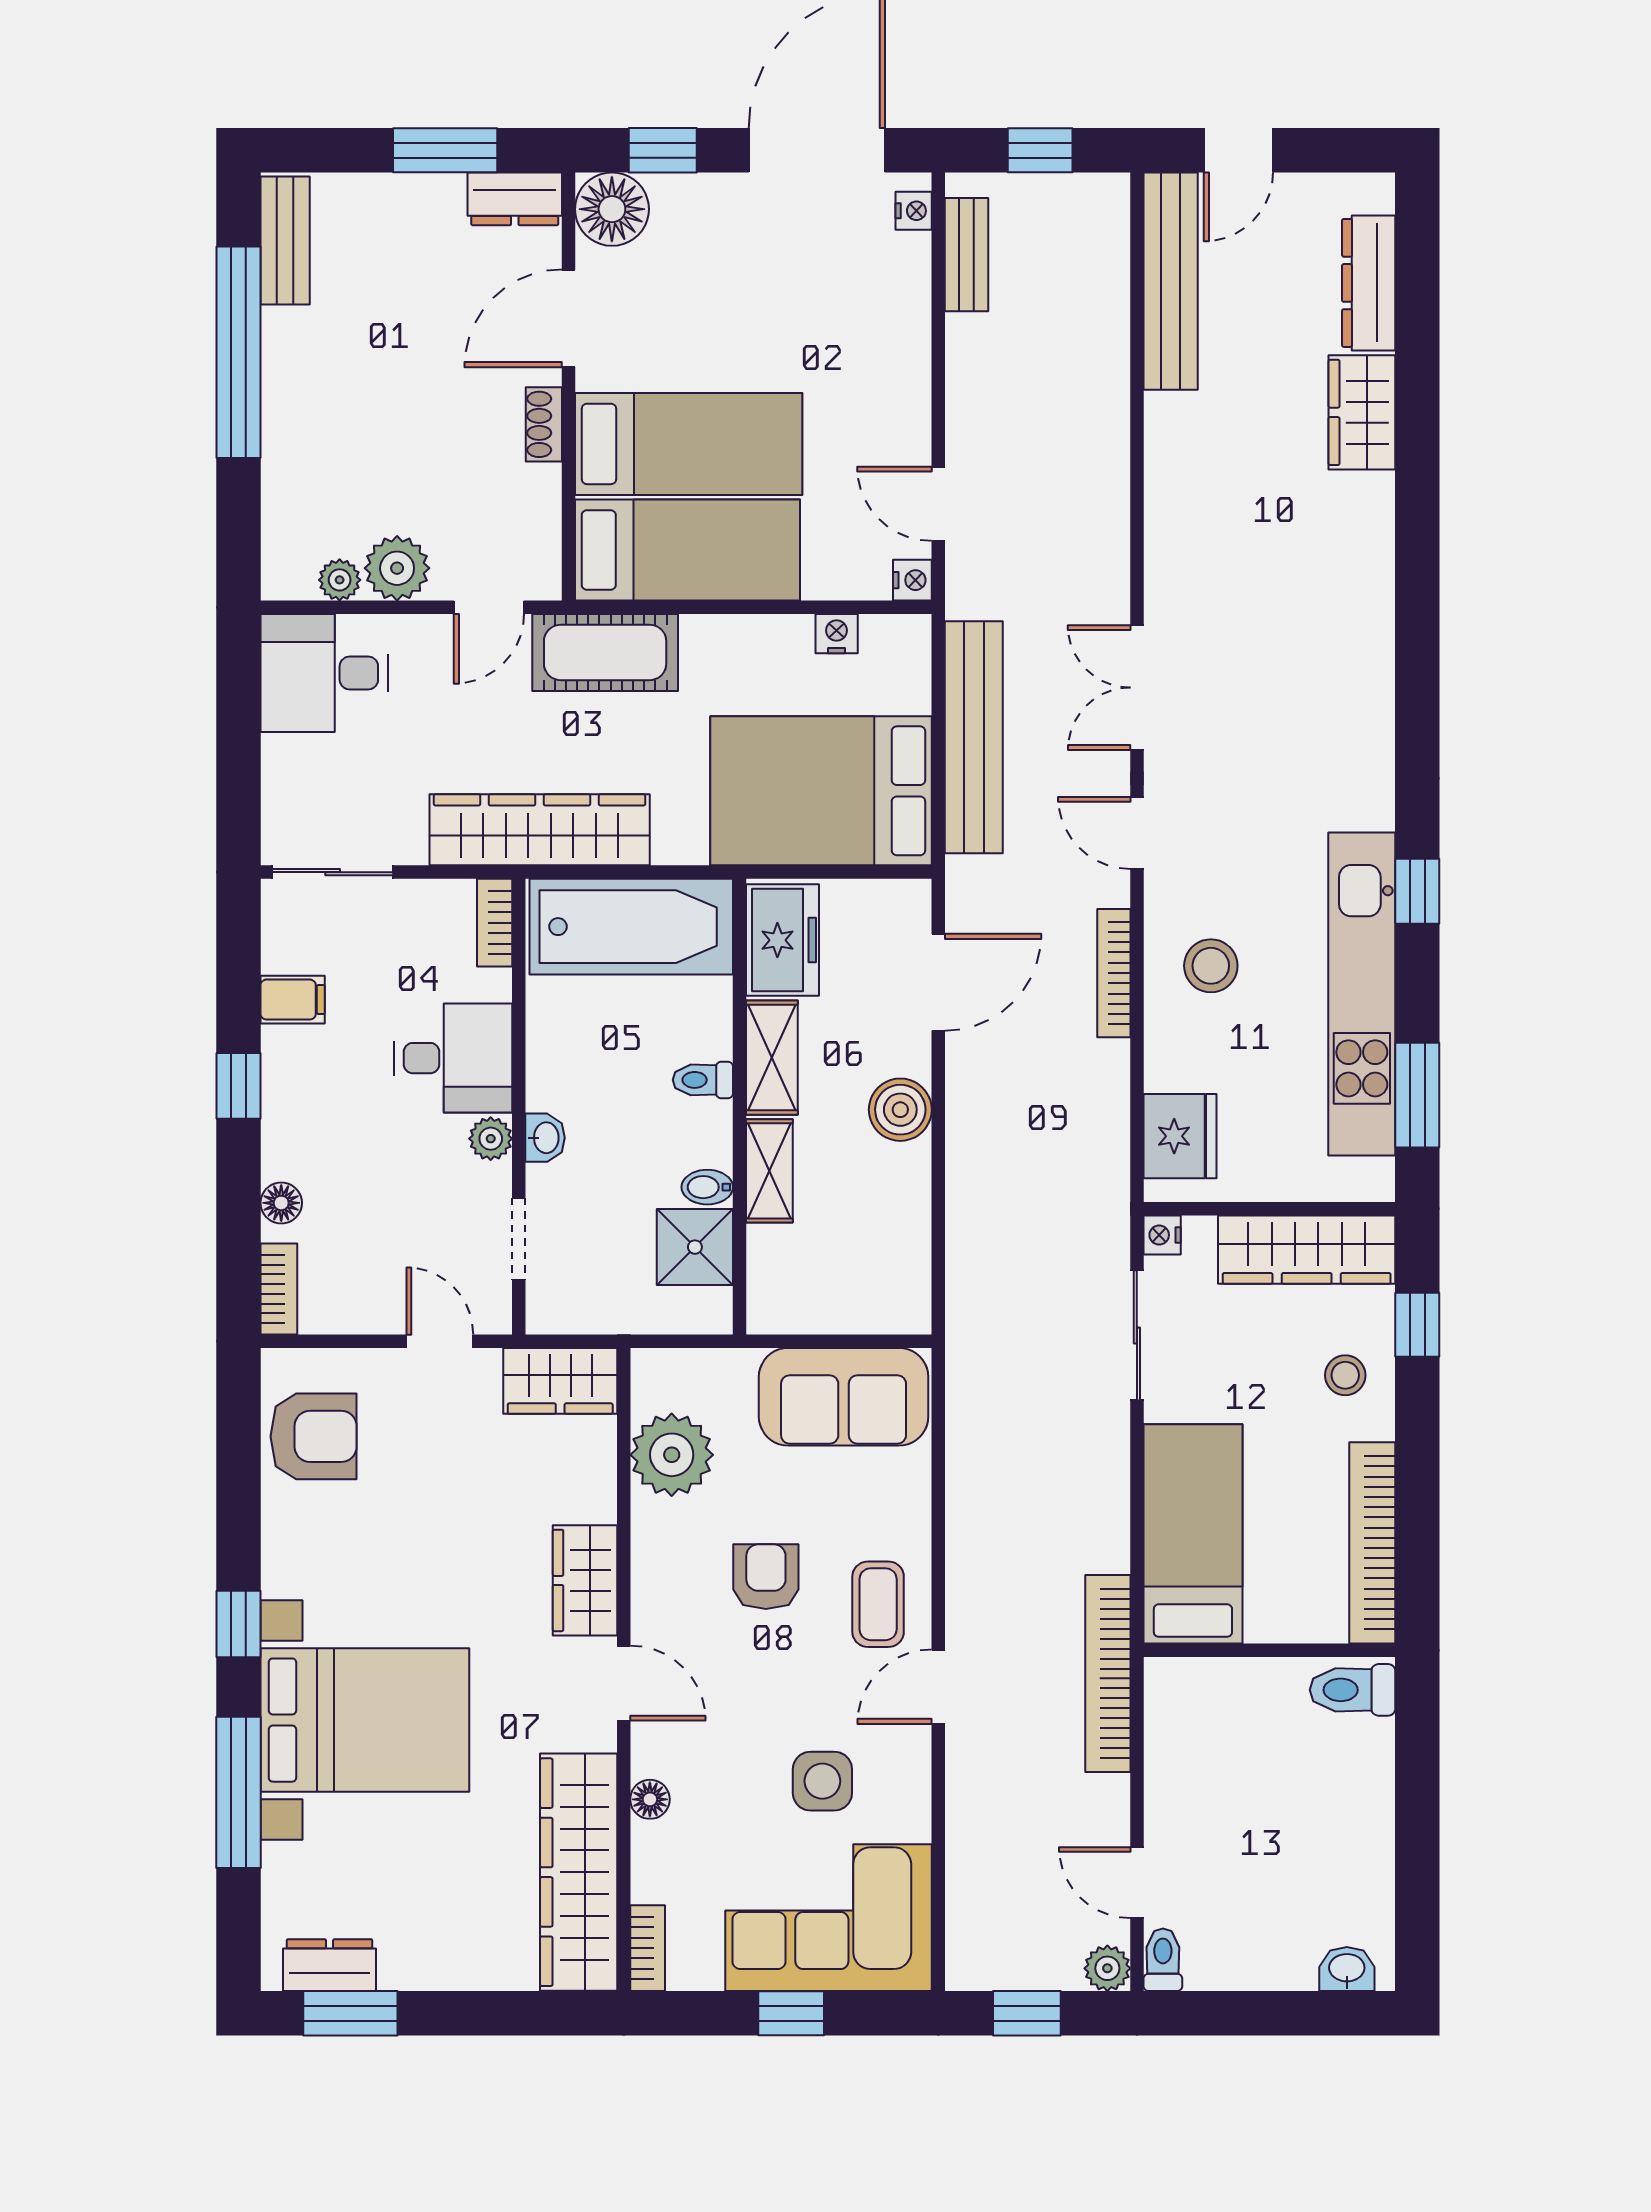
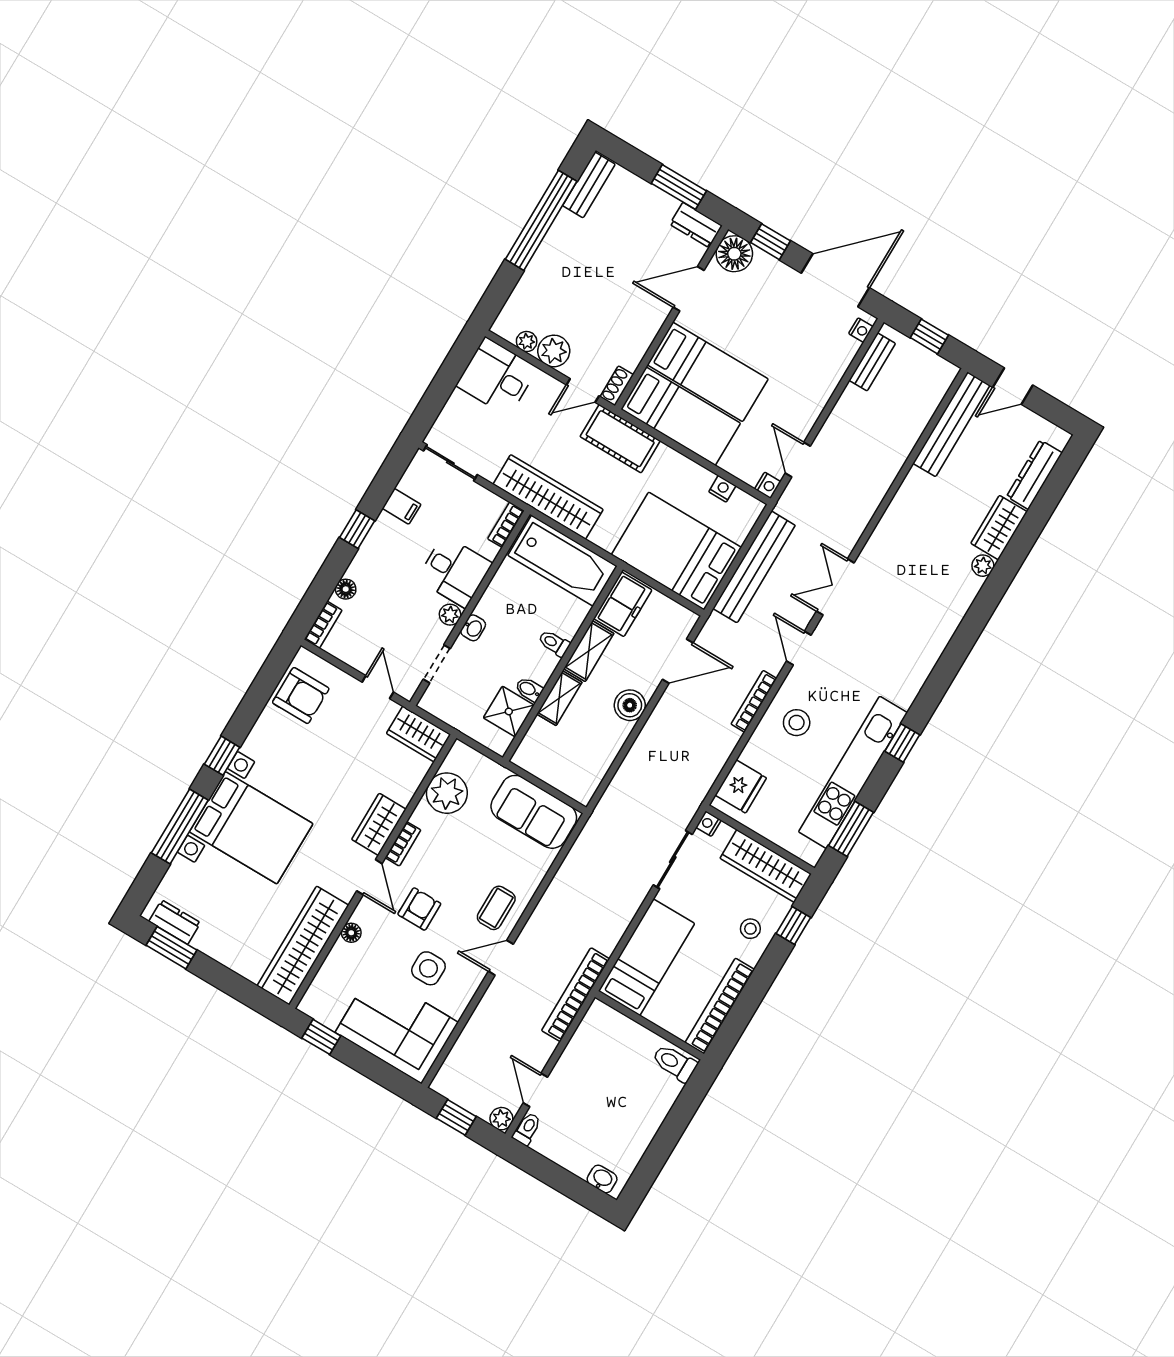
shoe rack: (544, 424) -> (617, 386), moved
plant: (1373, 496) -> (983, 566), added
armchair: (766, 1577) -> (419, 909), moved
bookcase: (648, 1948) -> (403, 844), moved
window: (791, 2013) -> (321, 1037), moved

